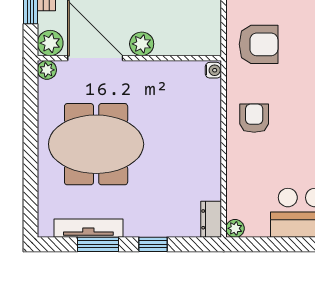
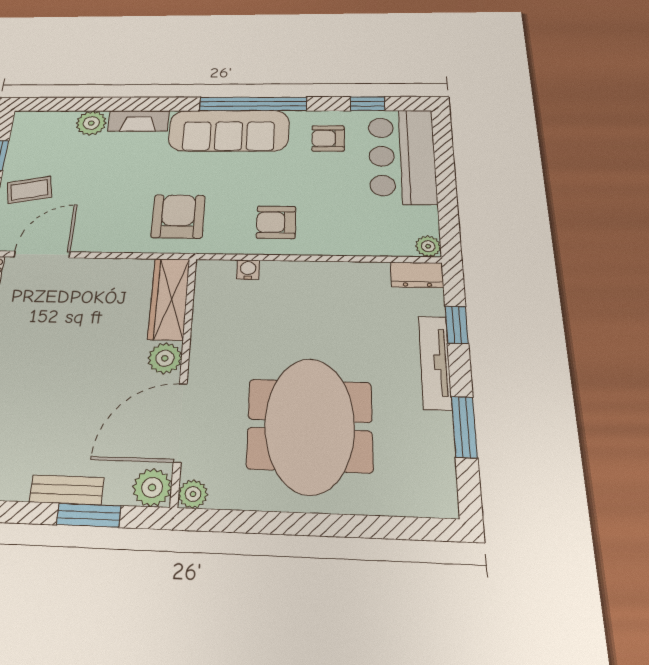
wardrobe: (188, 43) -> (169, 299), added
water cooler: (213, 70) -> (248, 270), moved
tv unit: (88, 228) -> (435, 362), moved
window: (153, 244) -> (457, 325), moved

